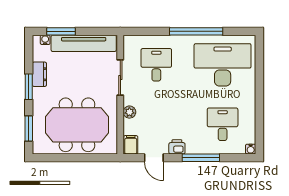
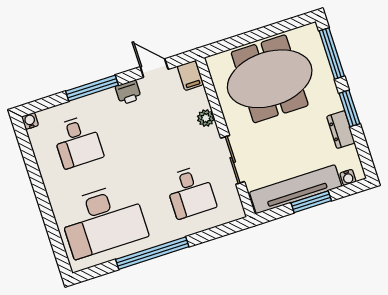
window: (61, 31) -> (311, 202), moved
window: (29, 128) -> (332, 53), width x1.44

